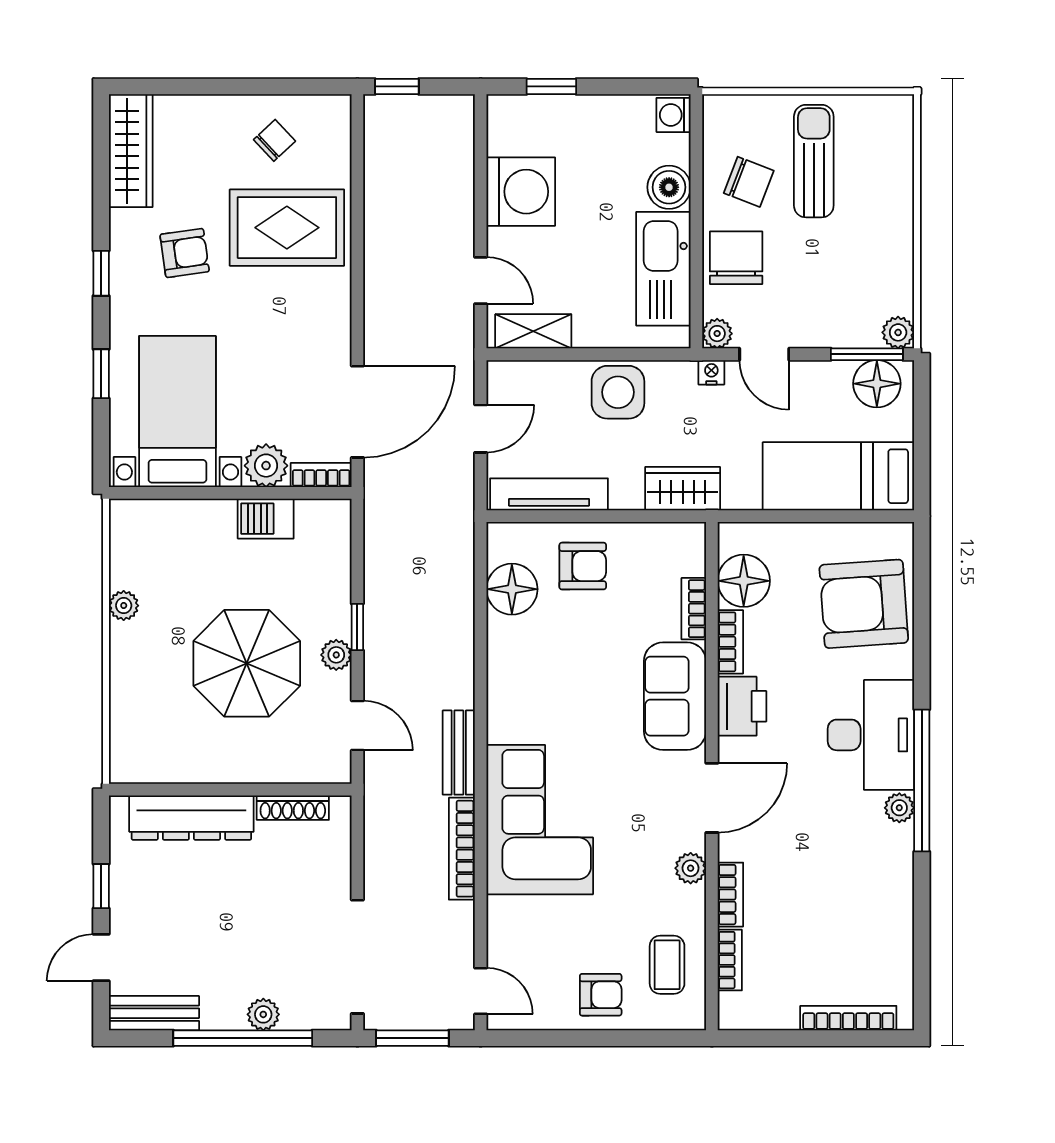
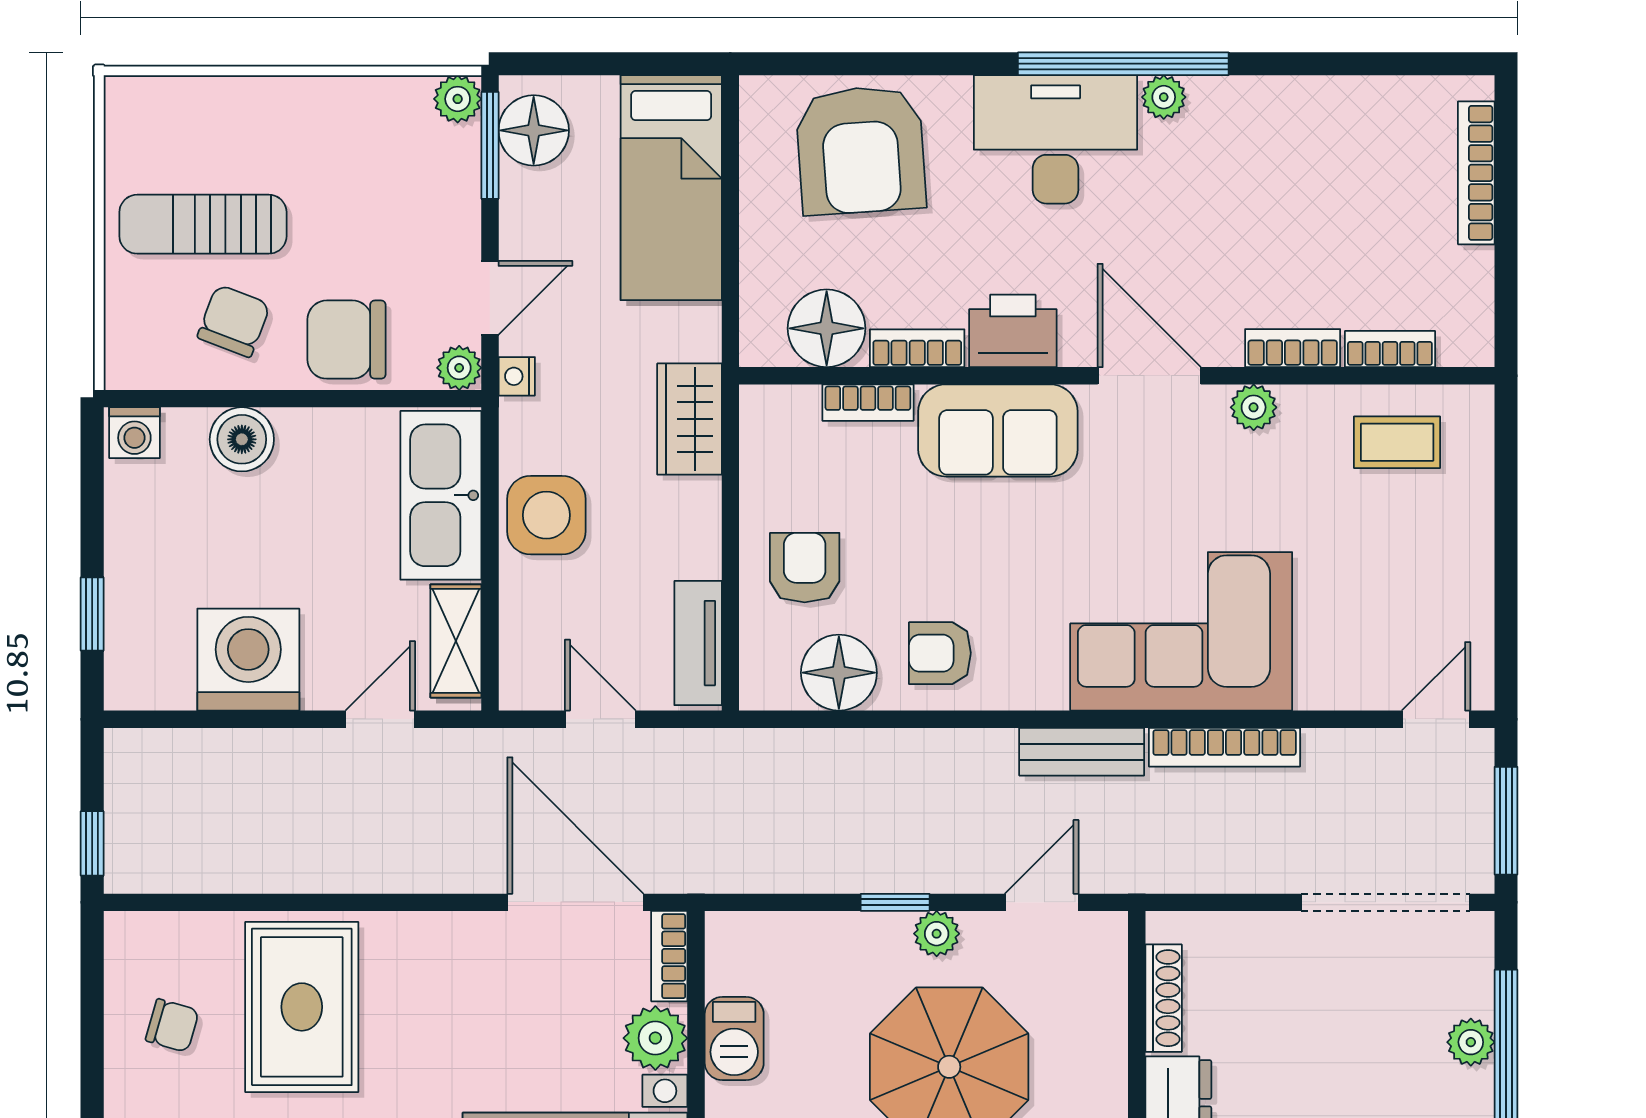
chair: (274, 140) -> (172, 1025), turned 149
kitchen sink: (663, 269) -> (441, 495), moved, turned 90
tv unit: (549, 494) -> (698, 643), width x0.71
armchair: (601, 995) -> (940, 653), moved, turned -90

